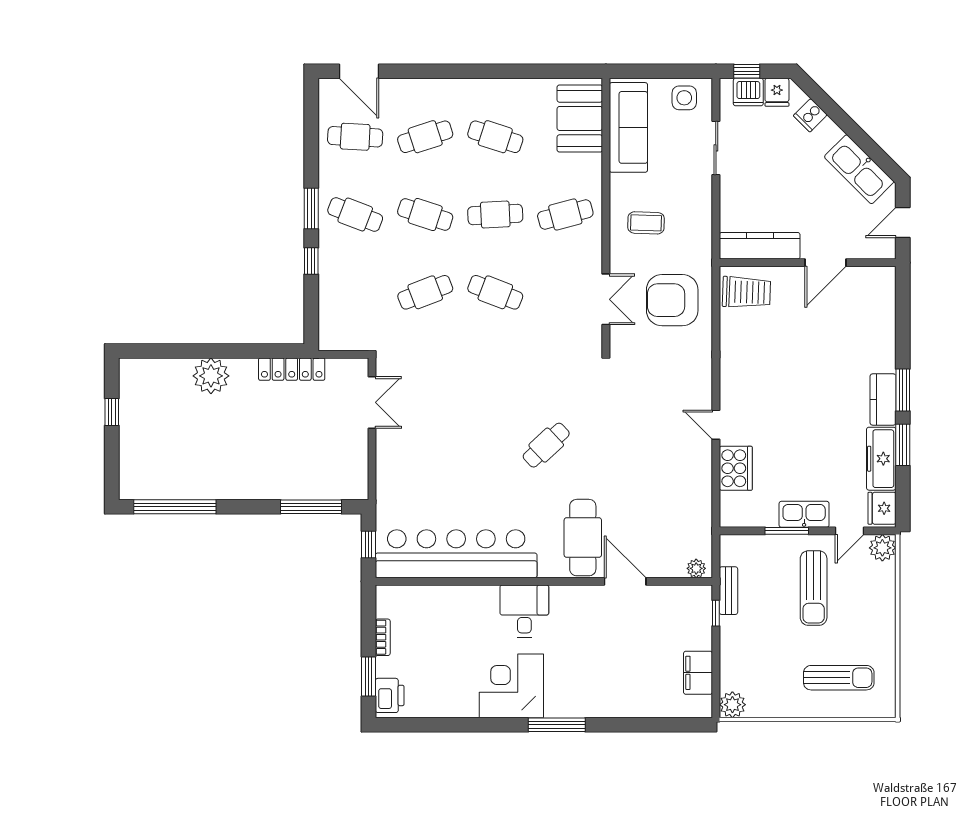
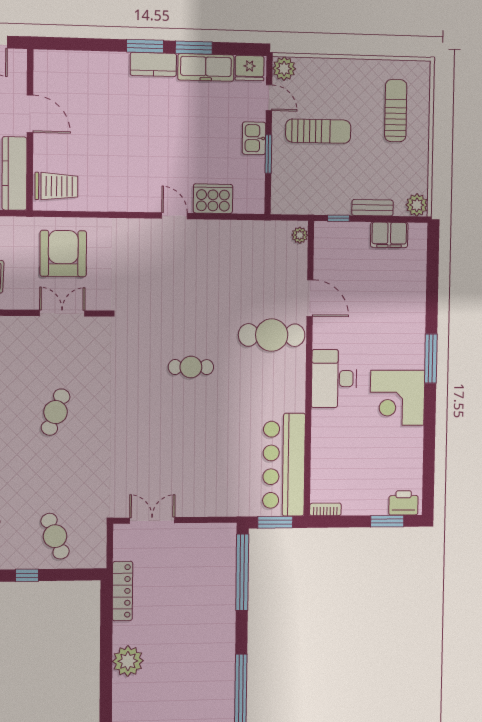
cafe table: (425, 292) -> (55, 536), moved
trolley: (746, 292) -> (56, 186), turned 88
armchair: (672, 300) -> (63, 254), turned 180
door: (716, 425) -> (174, 216), swing flipped
cafe table: (546, 445) -> (191, 367), turned -47
window: (311, 507) -> (242, 572), width x1.46
kitchen sink: (804, 514) -> (254, 138), width x0.73
window: (369, 545) -> (275, 522), width x1.50
bar counter: (456, 554) -> (284, 465), width x0.73
door: (625, 581) -> (310, 298), swing flipped
bench: (728, 591) -> (373, 208), moved
desk: (524, 611) -> (334, 379), width x1.37
bookcase: (383, 637) -> (325, 509), moved

